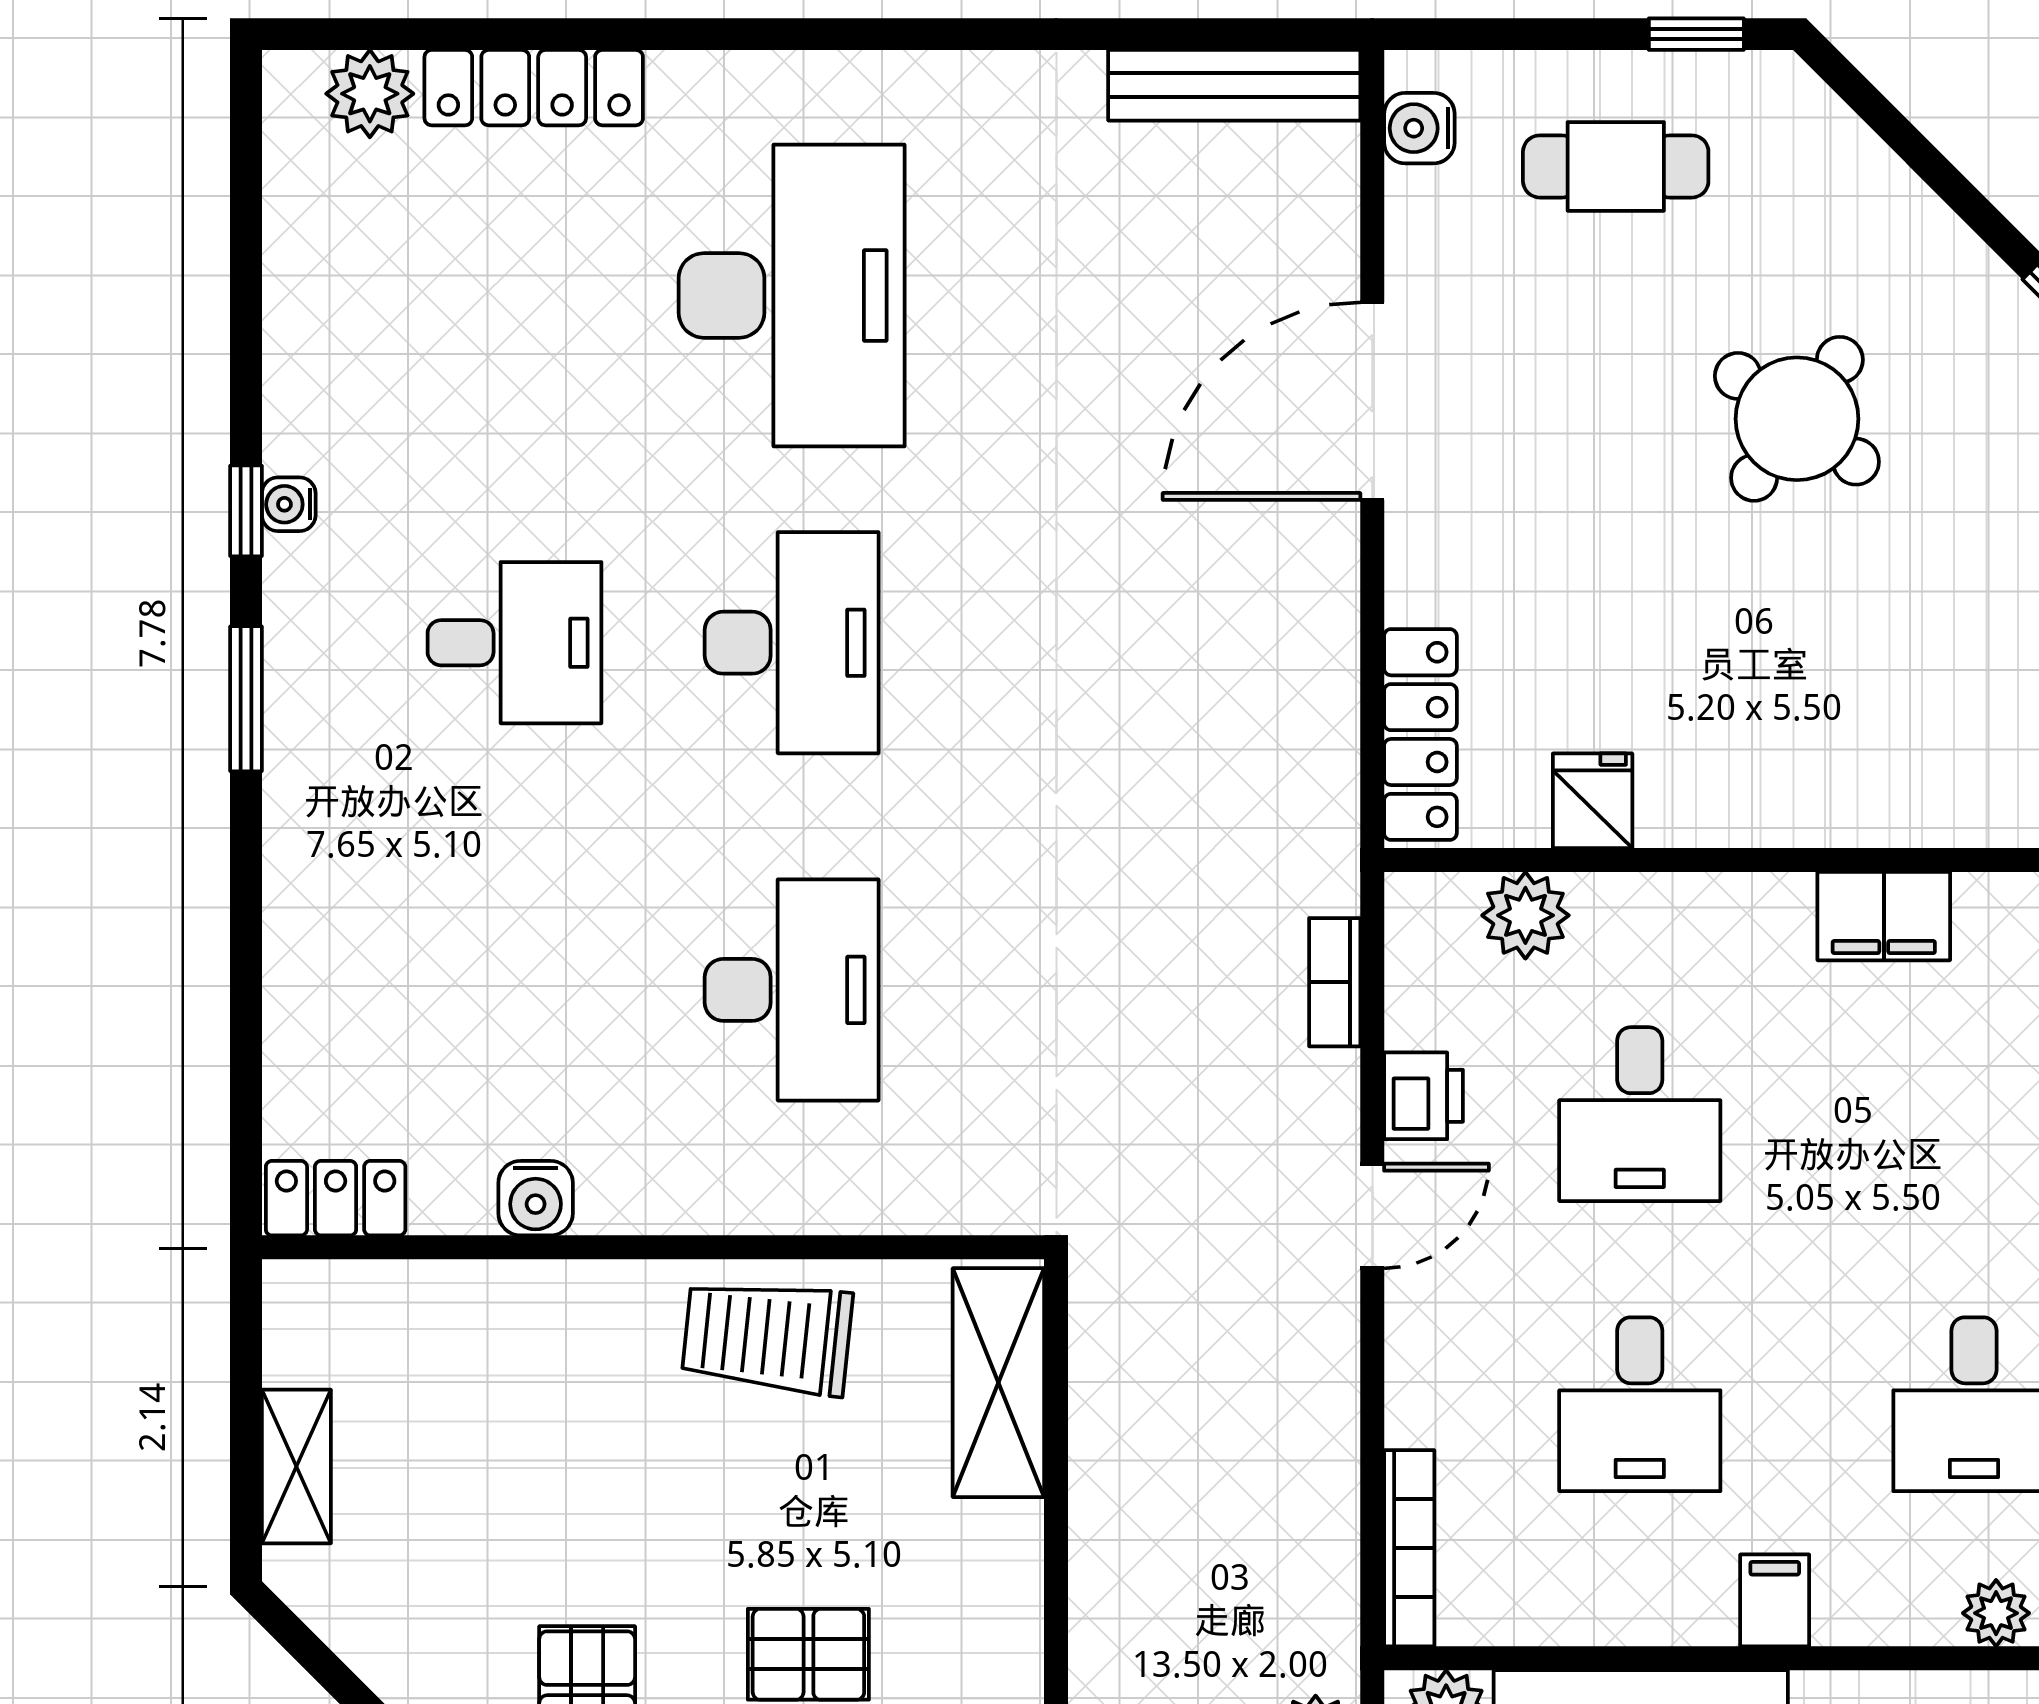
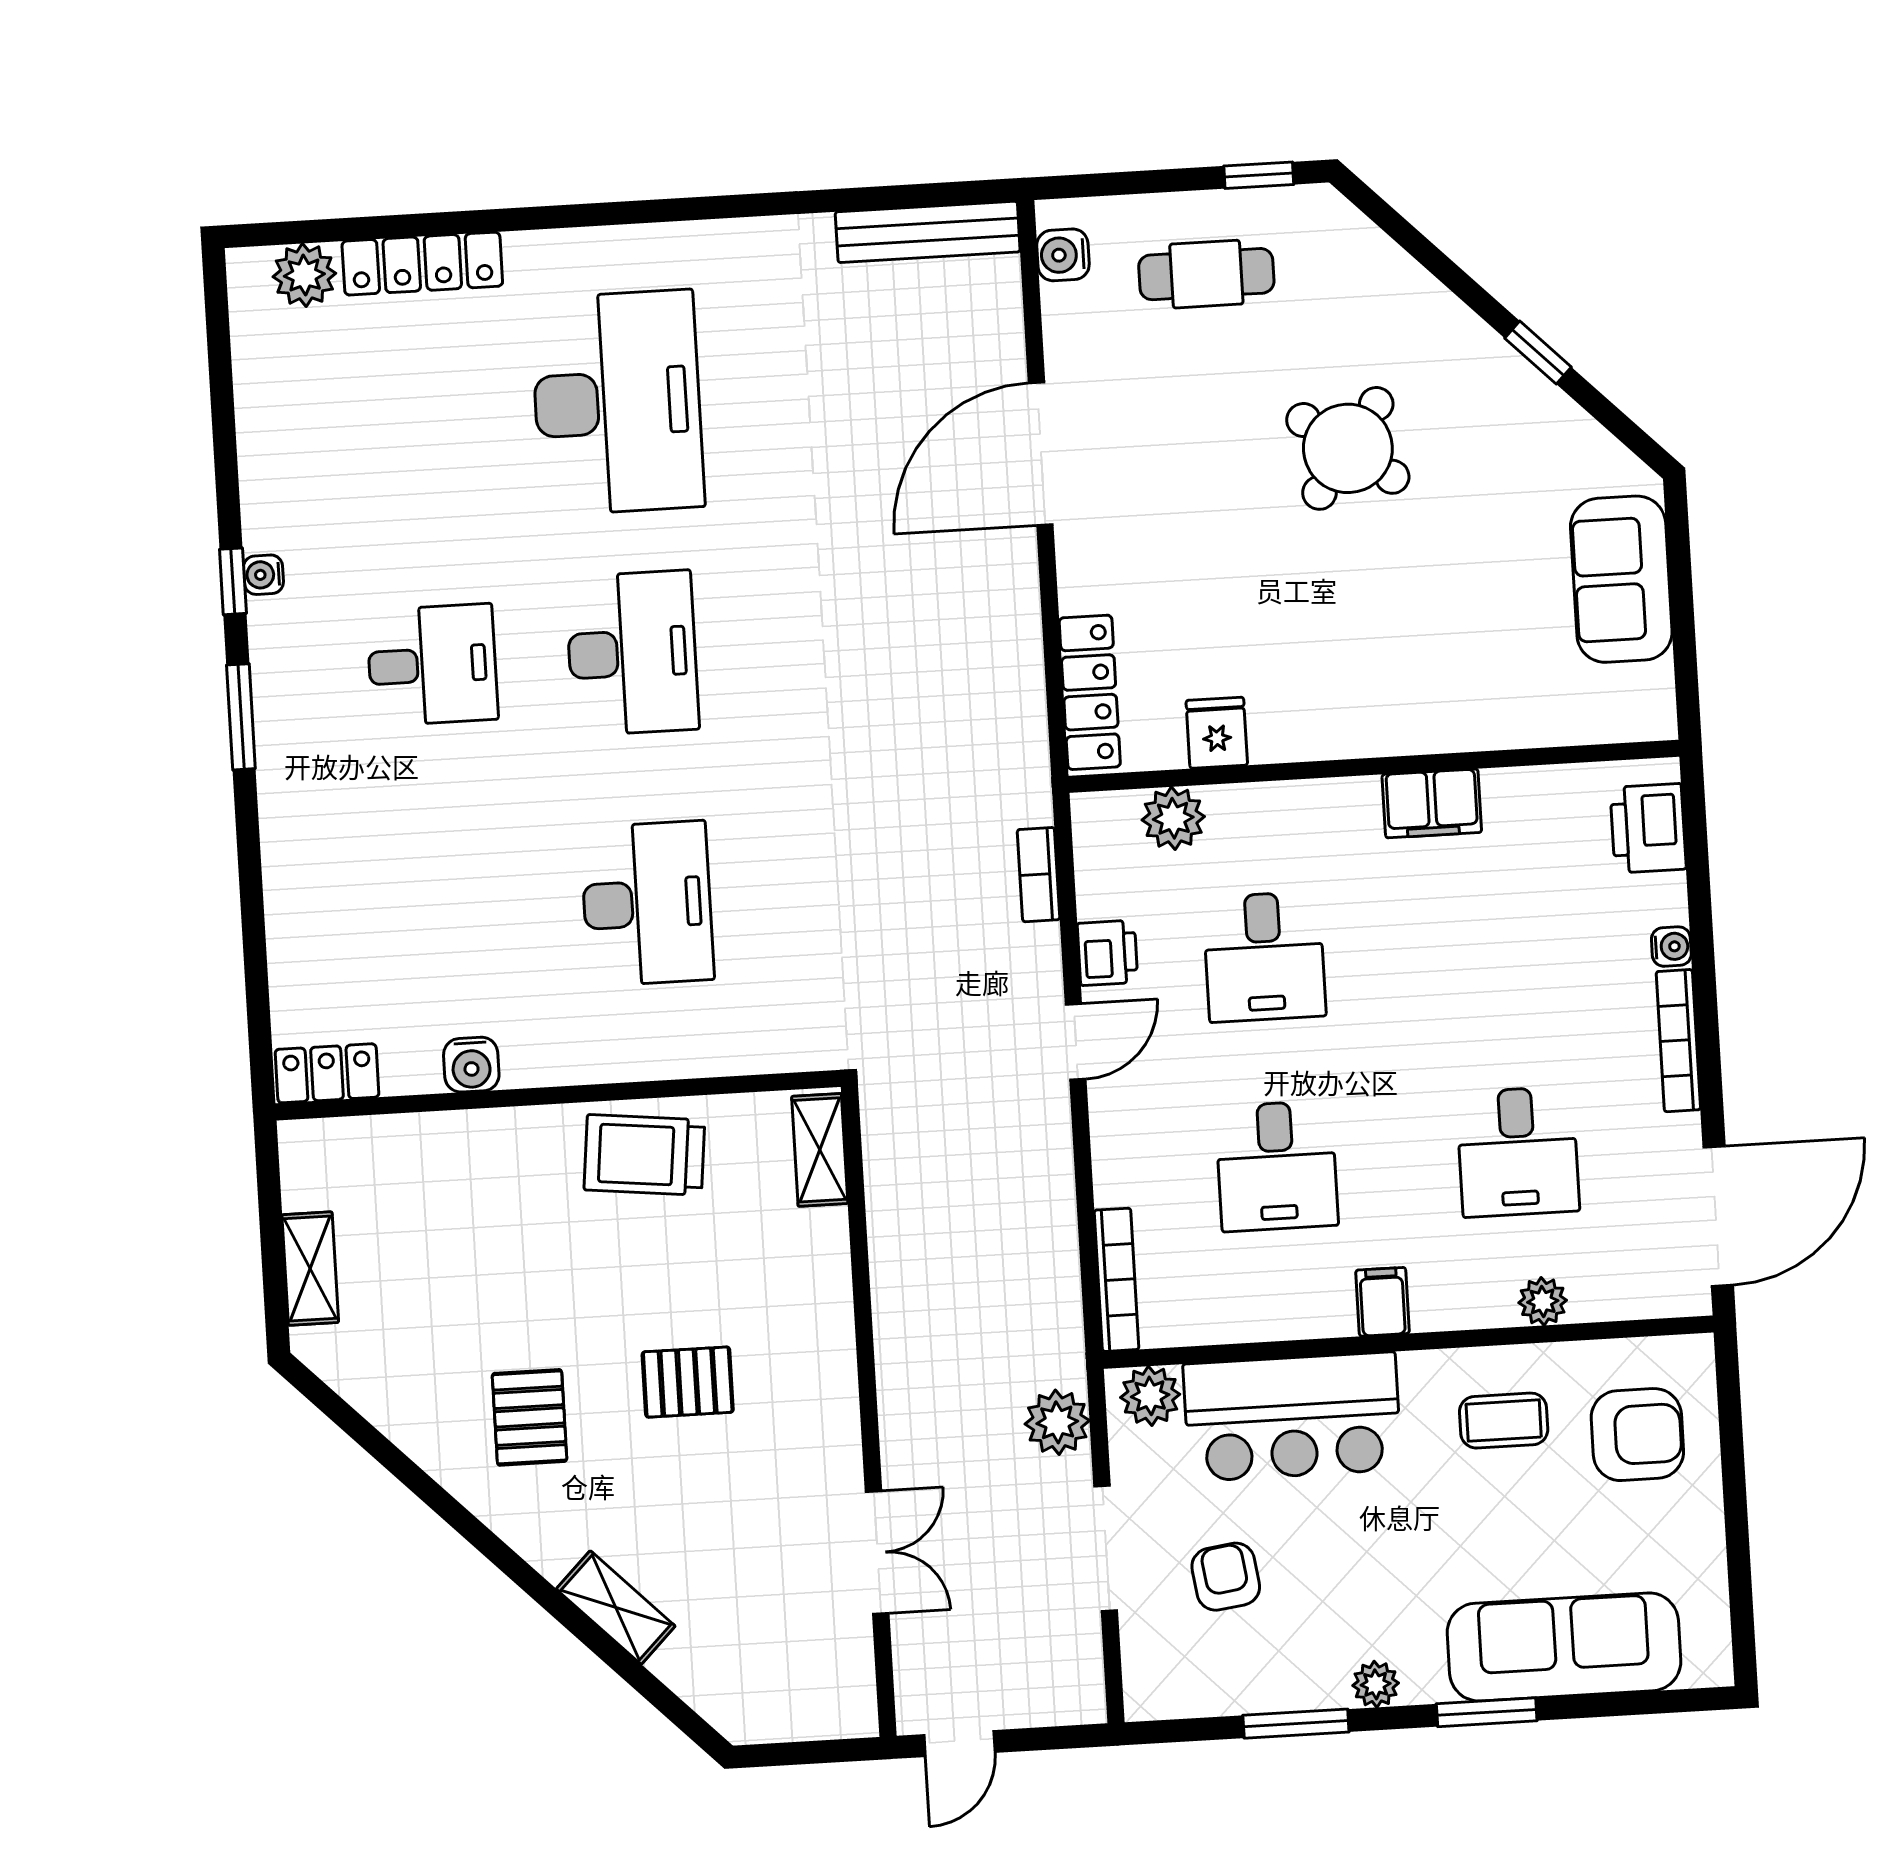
shelving: (998, 1383) -> (820, 1150), width x0.67, depth x0.75

